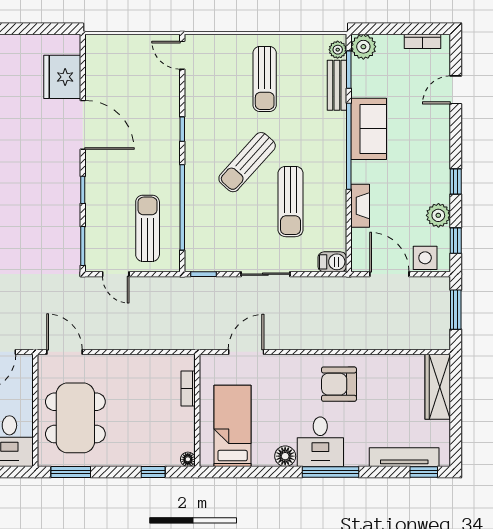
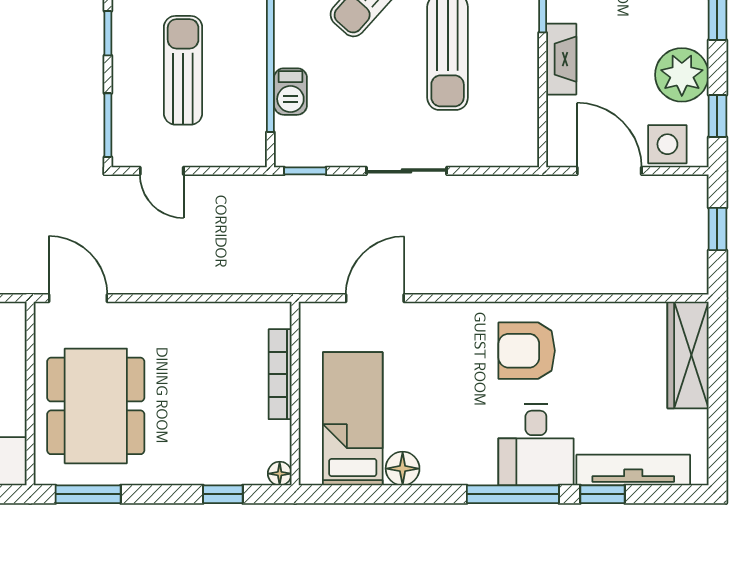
plant: (438, 215) -> (682, 75), width x1.36, depth x1.36
sun lounger: (148, 228) -> (183, 70), moved
barbecue: (332, 262) -> (290, 92), moved, turned 90
window: (456, 310) -> (717, 229), width x0.67
bookcase: (188, 389) -> (280, 374), width x1.56
desk: (320, 442) -> (536, 445), moved
floor lamp: (285, 456) -> (403, 469), moved
window: (424, 472) -> (602, 494), moved

